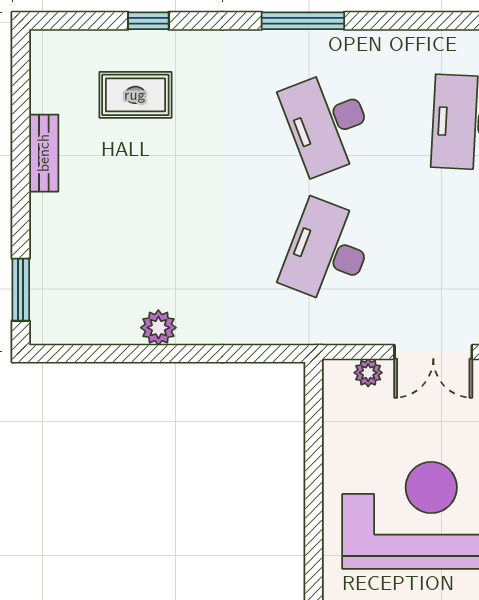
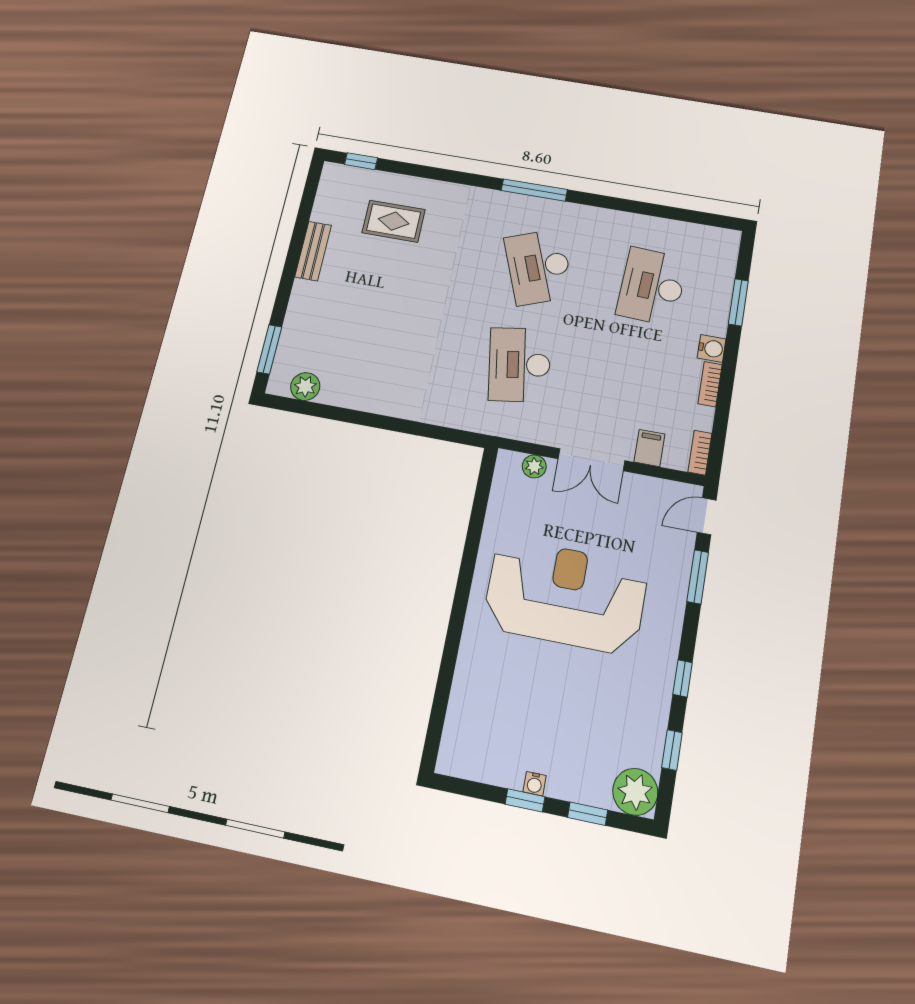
window: (148, 21) -> (361, 161), moved
desk: (327, 252) -> (519, 365), turned -30
plant: (158, 328) -> (305, 387), moved

